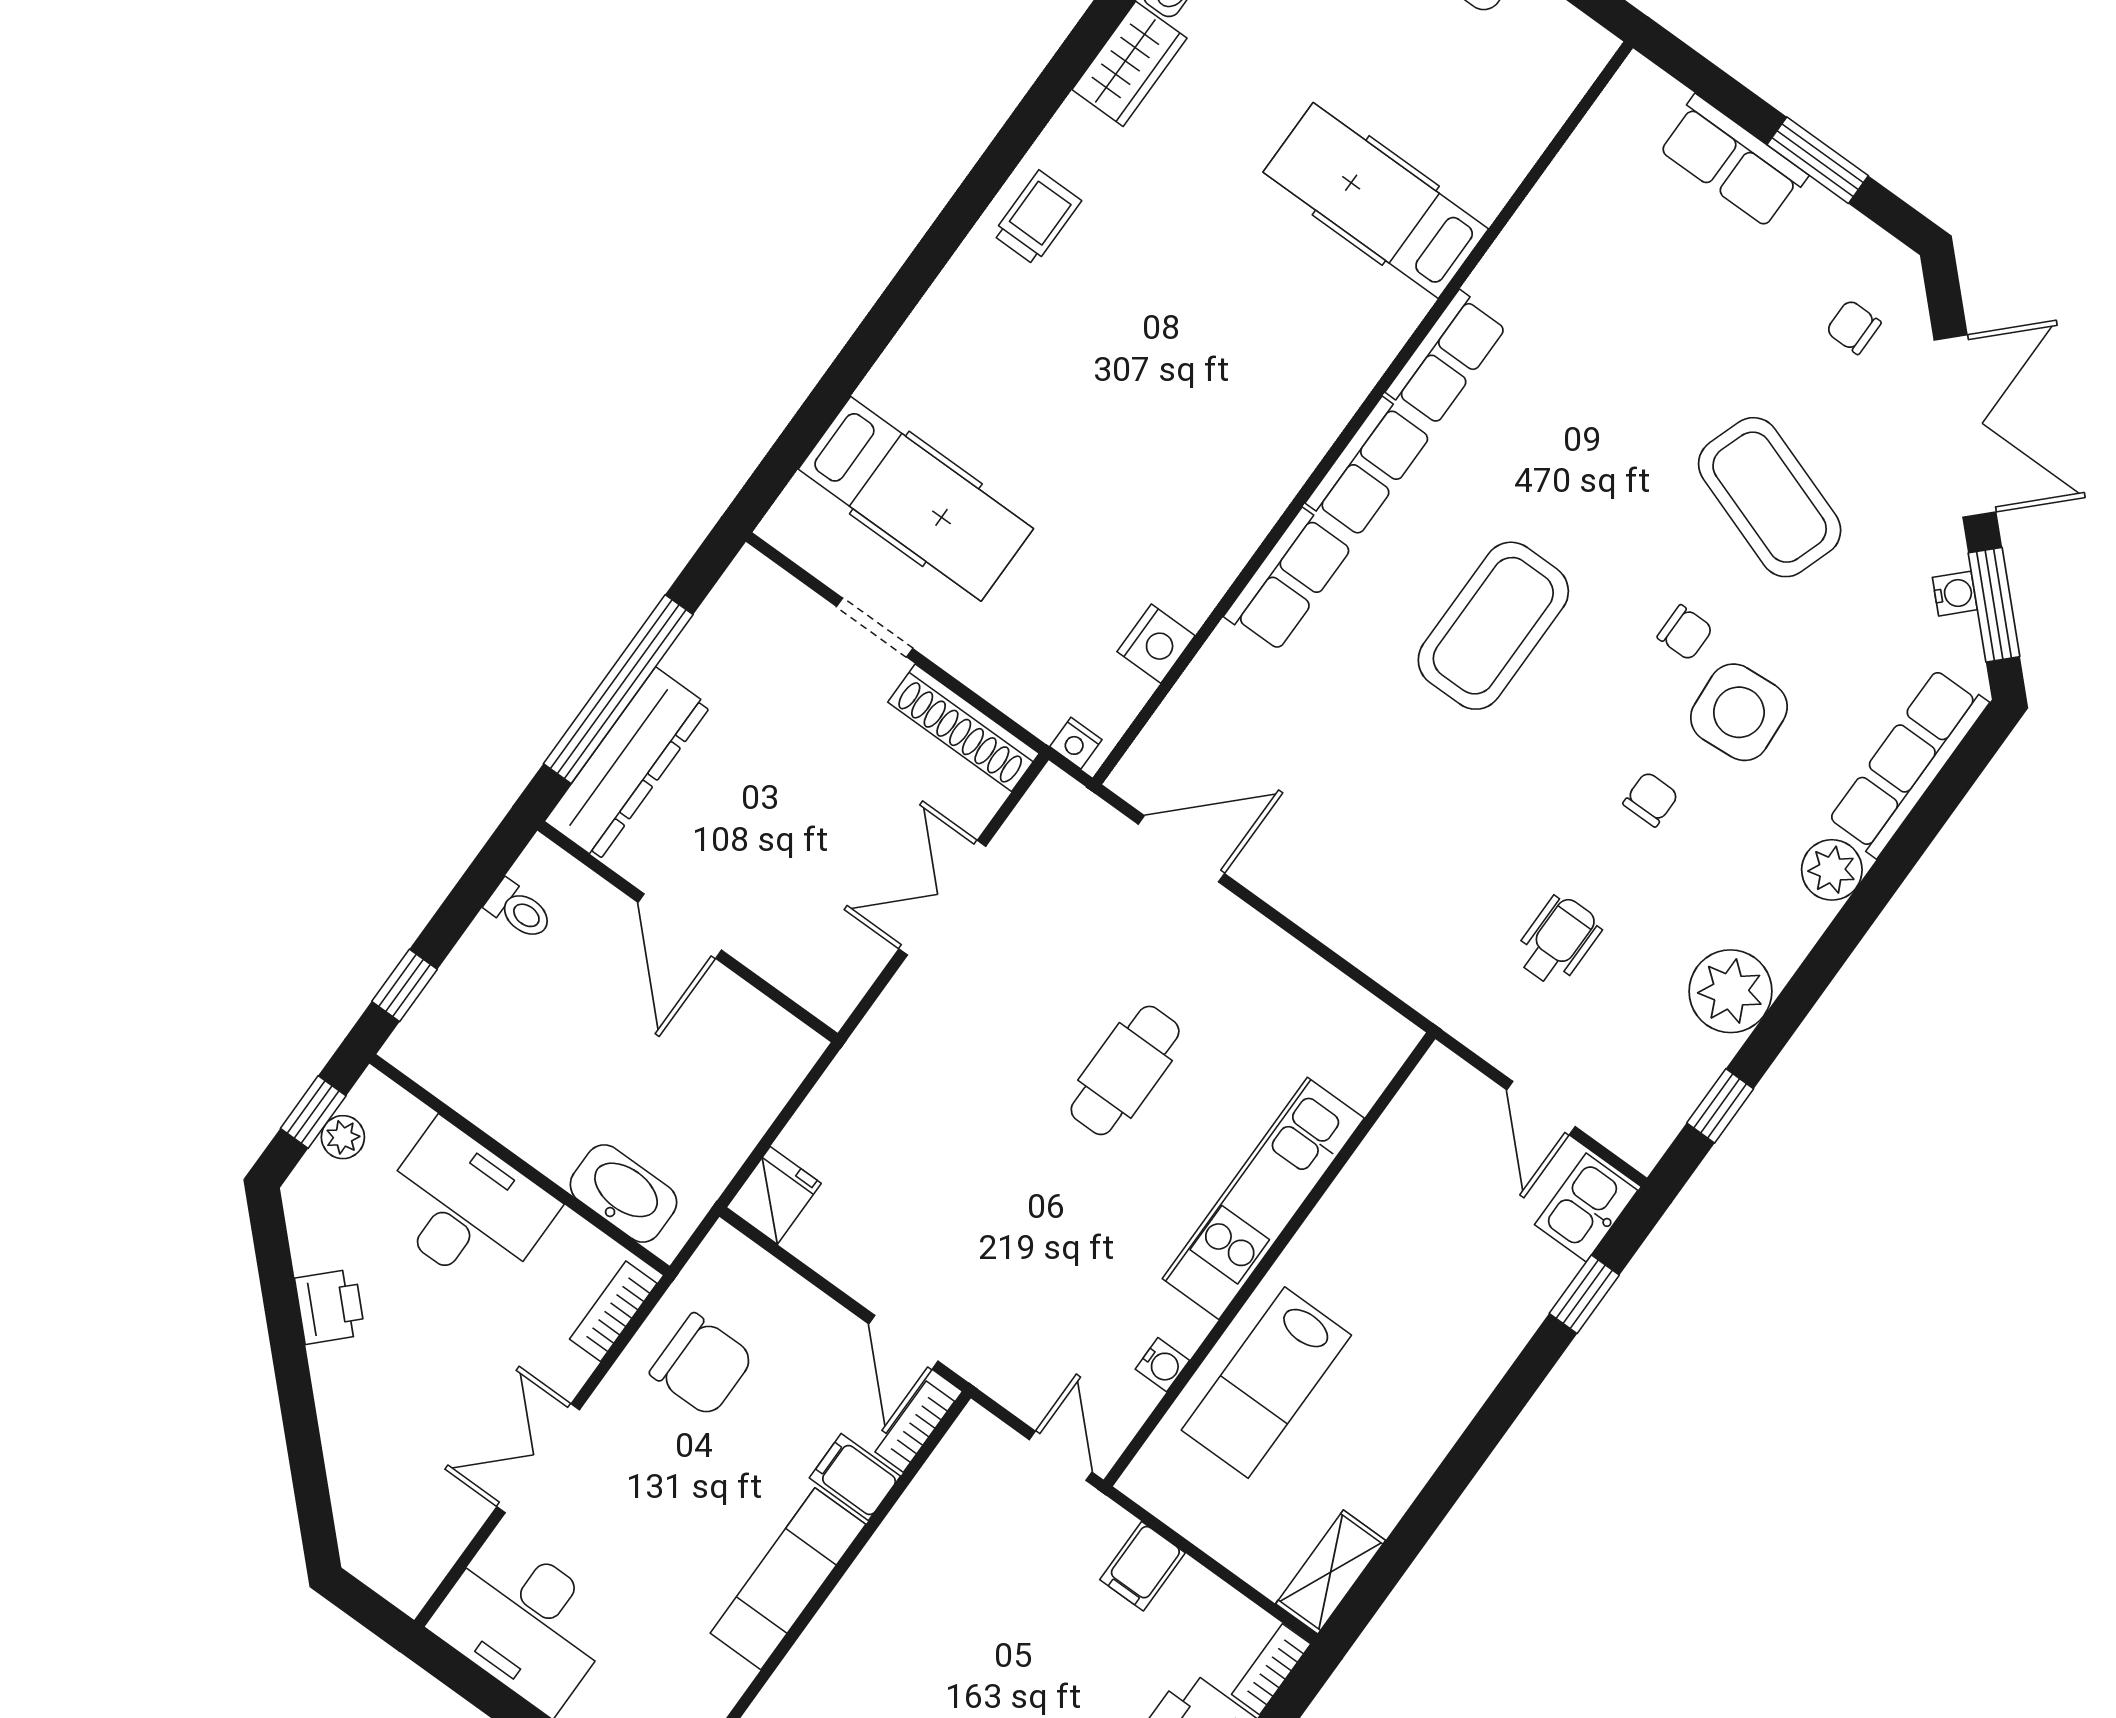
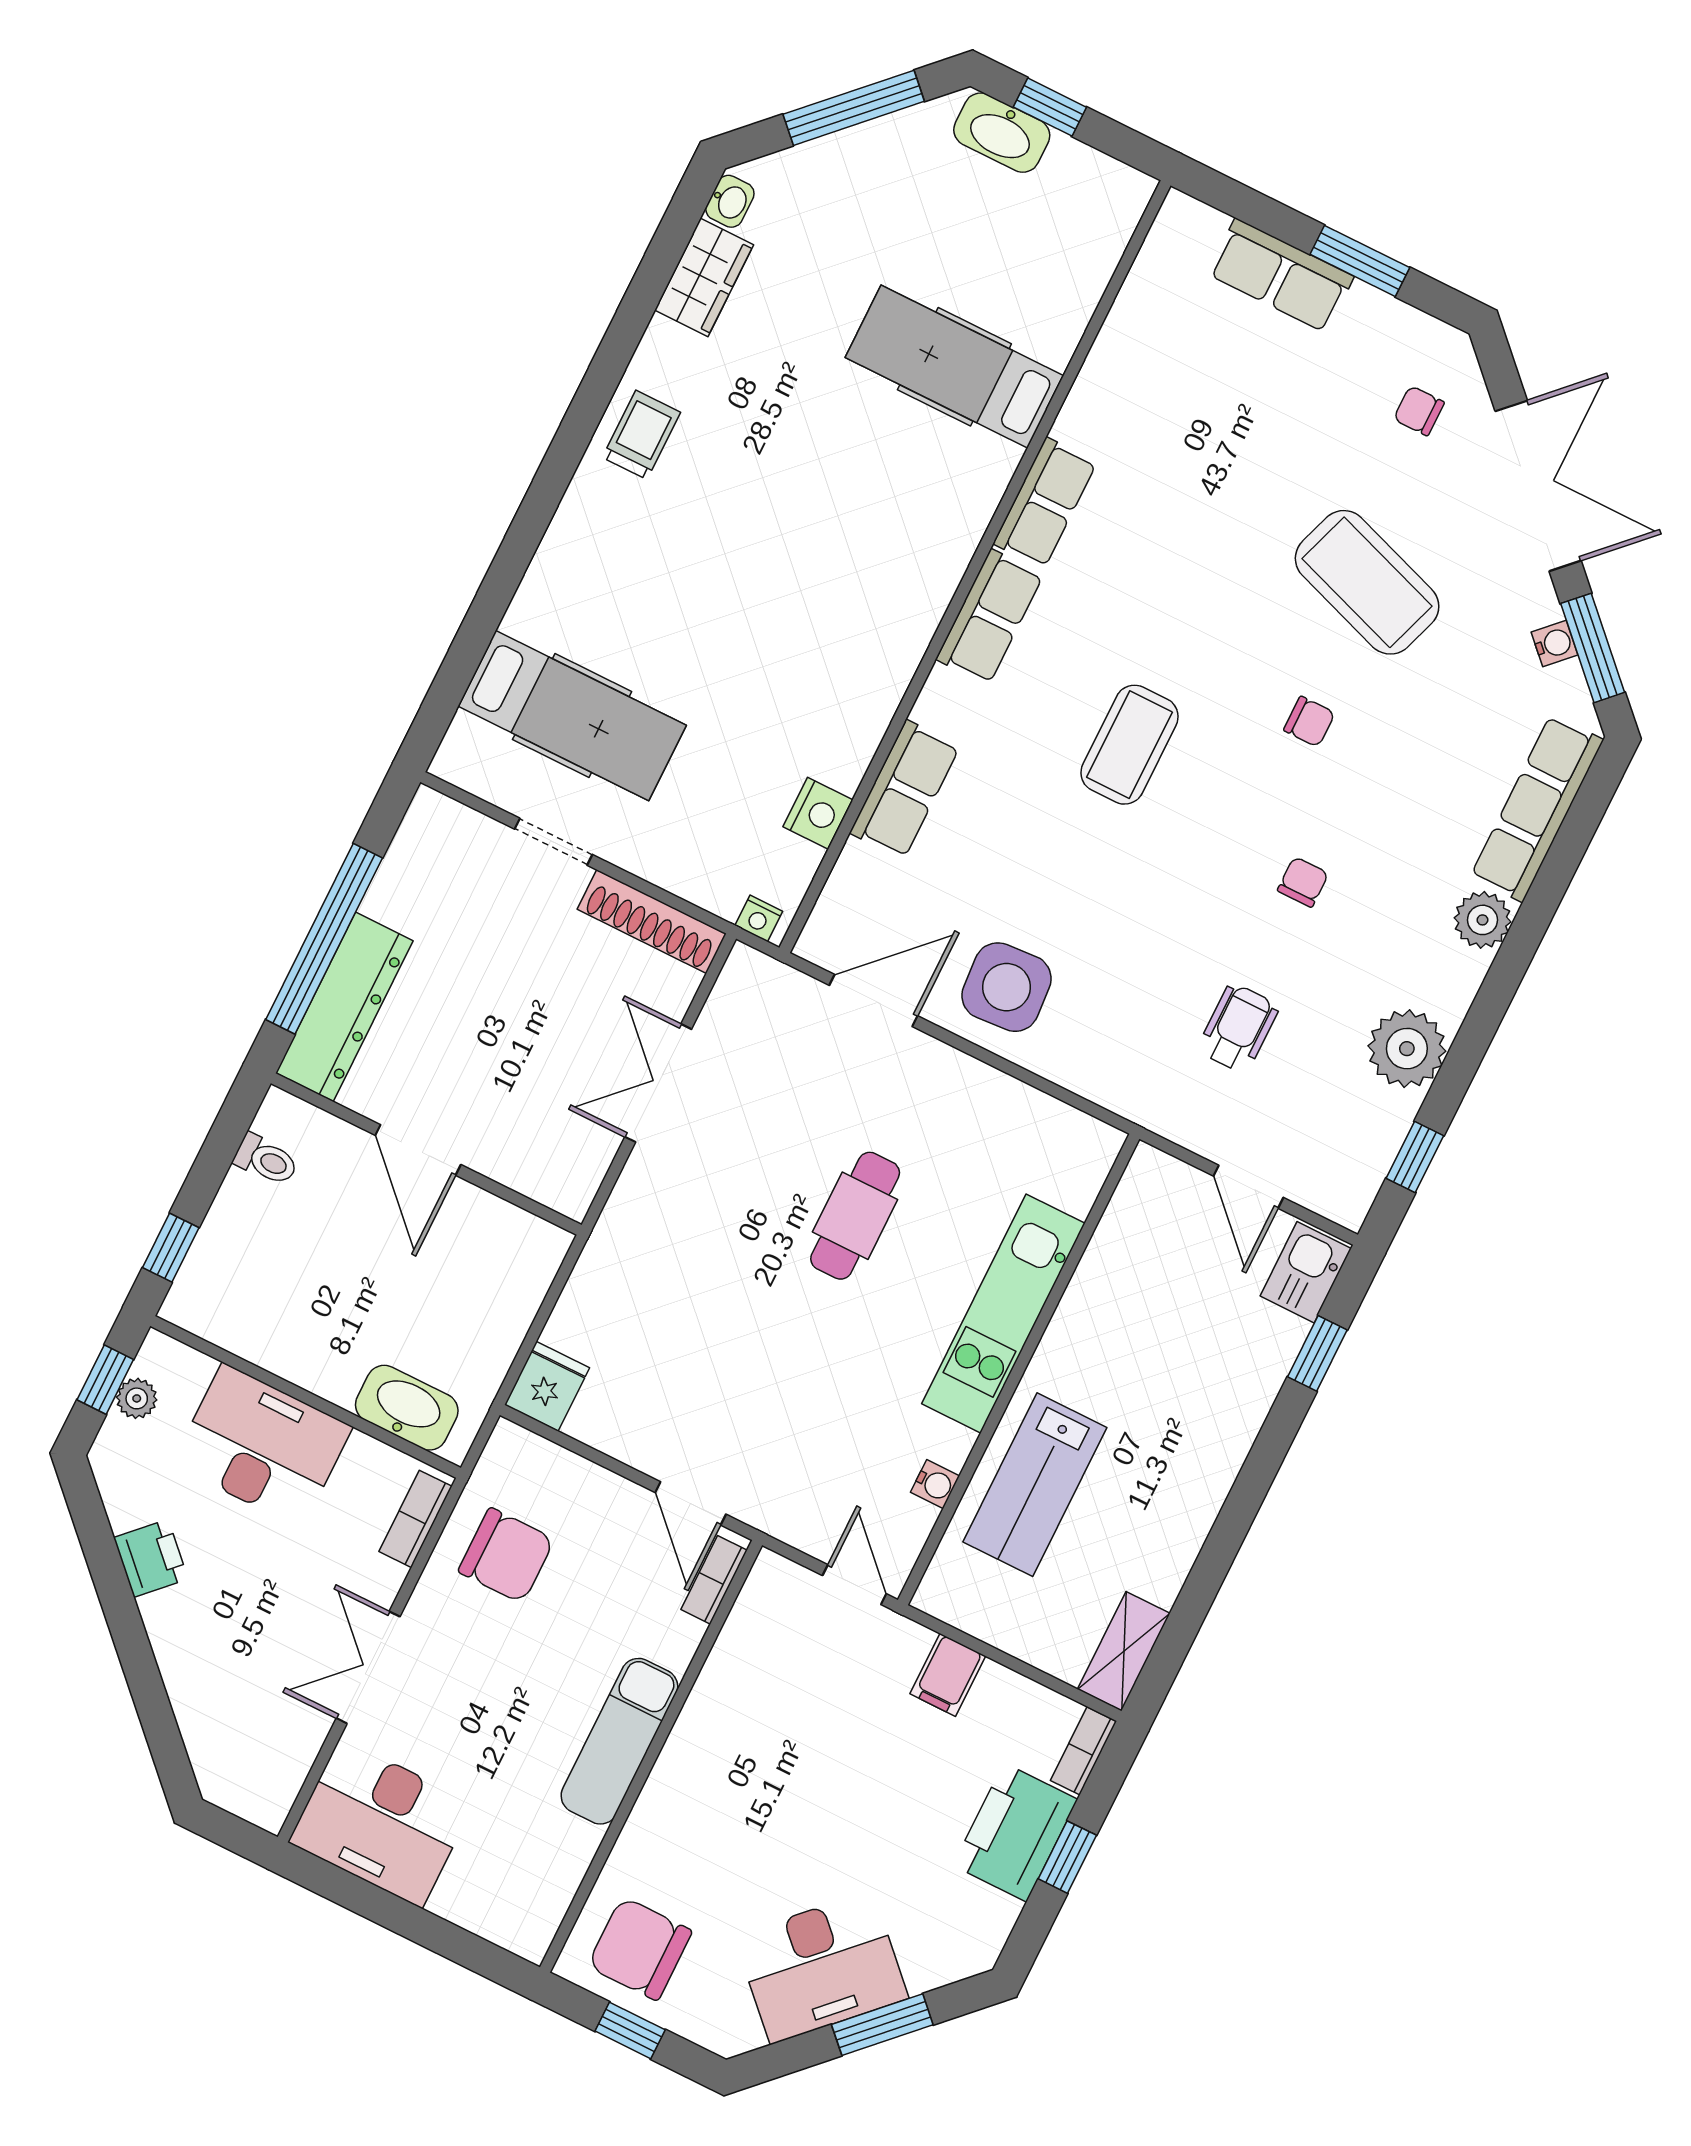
row of seats: (1289, 581) -> (905, 789), moved
coffee table: (1493, 626) -> (1130, 745), width x0.73, depth x0.76
side table: (1739, 712) -> (1006, 987), moved
filing cabinet: (855, 1477) -> (666, 1636), removed

